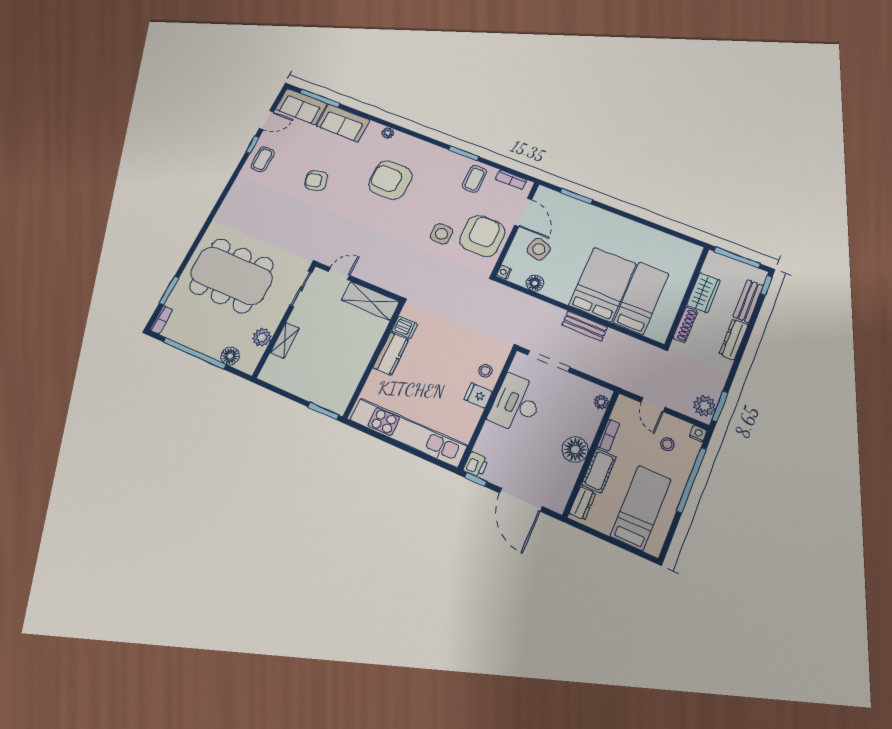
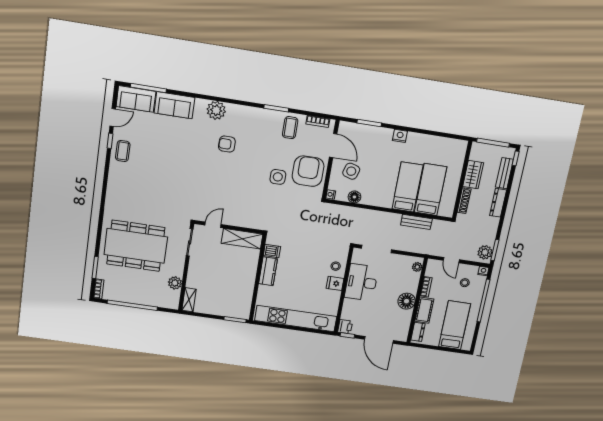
plant: (388, 133) -> (216, 110), width x1.87, depth x1.87
armchair: (390, 180) -> (227, 144), width x0.53, depth x0.53
armchair: (316, 181) -> (171, 158), removed
nightstand: (613, 221) -> (400, 136), added
bed: (603, 284) -> (407, 187), width x0.67
bench: (585, 326) -> (416, 222), moved
shelving: (285, 340) -> (189, 300), moved
floor lamp: (230, 356) -> (158, 301), removed

